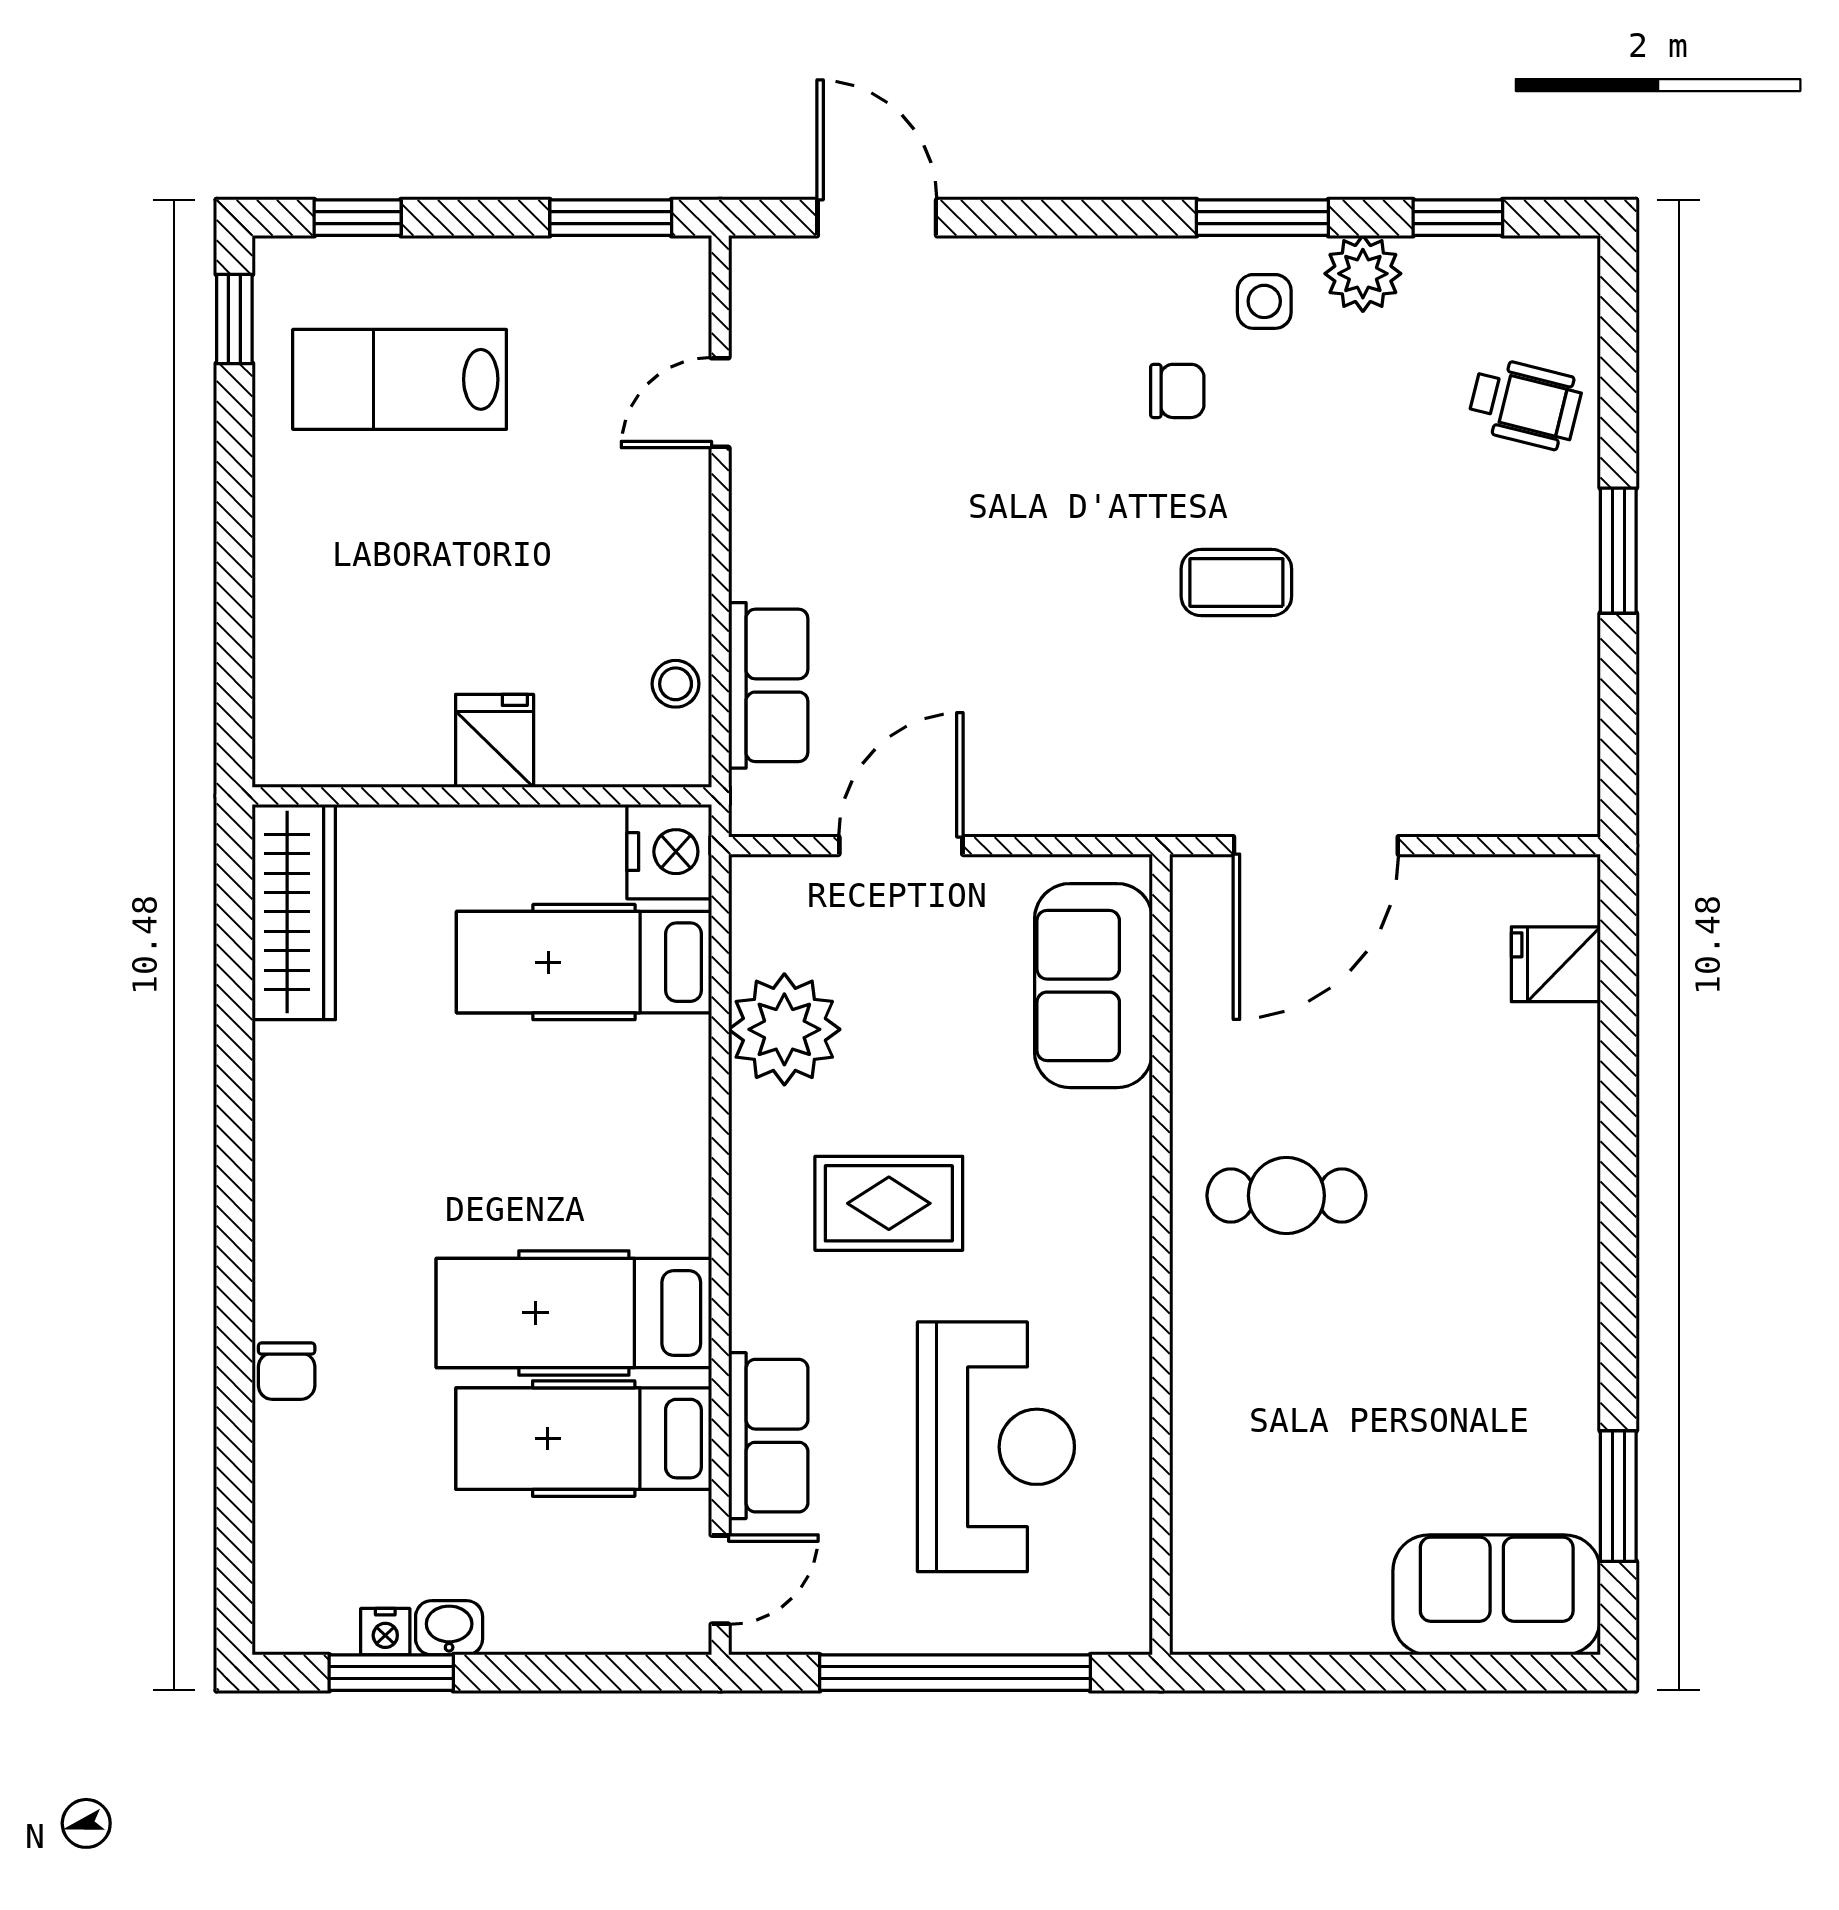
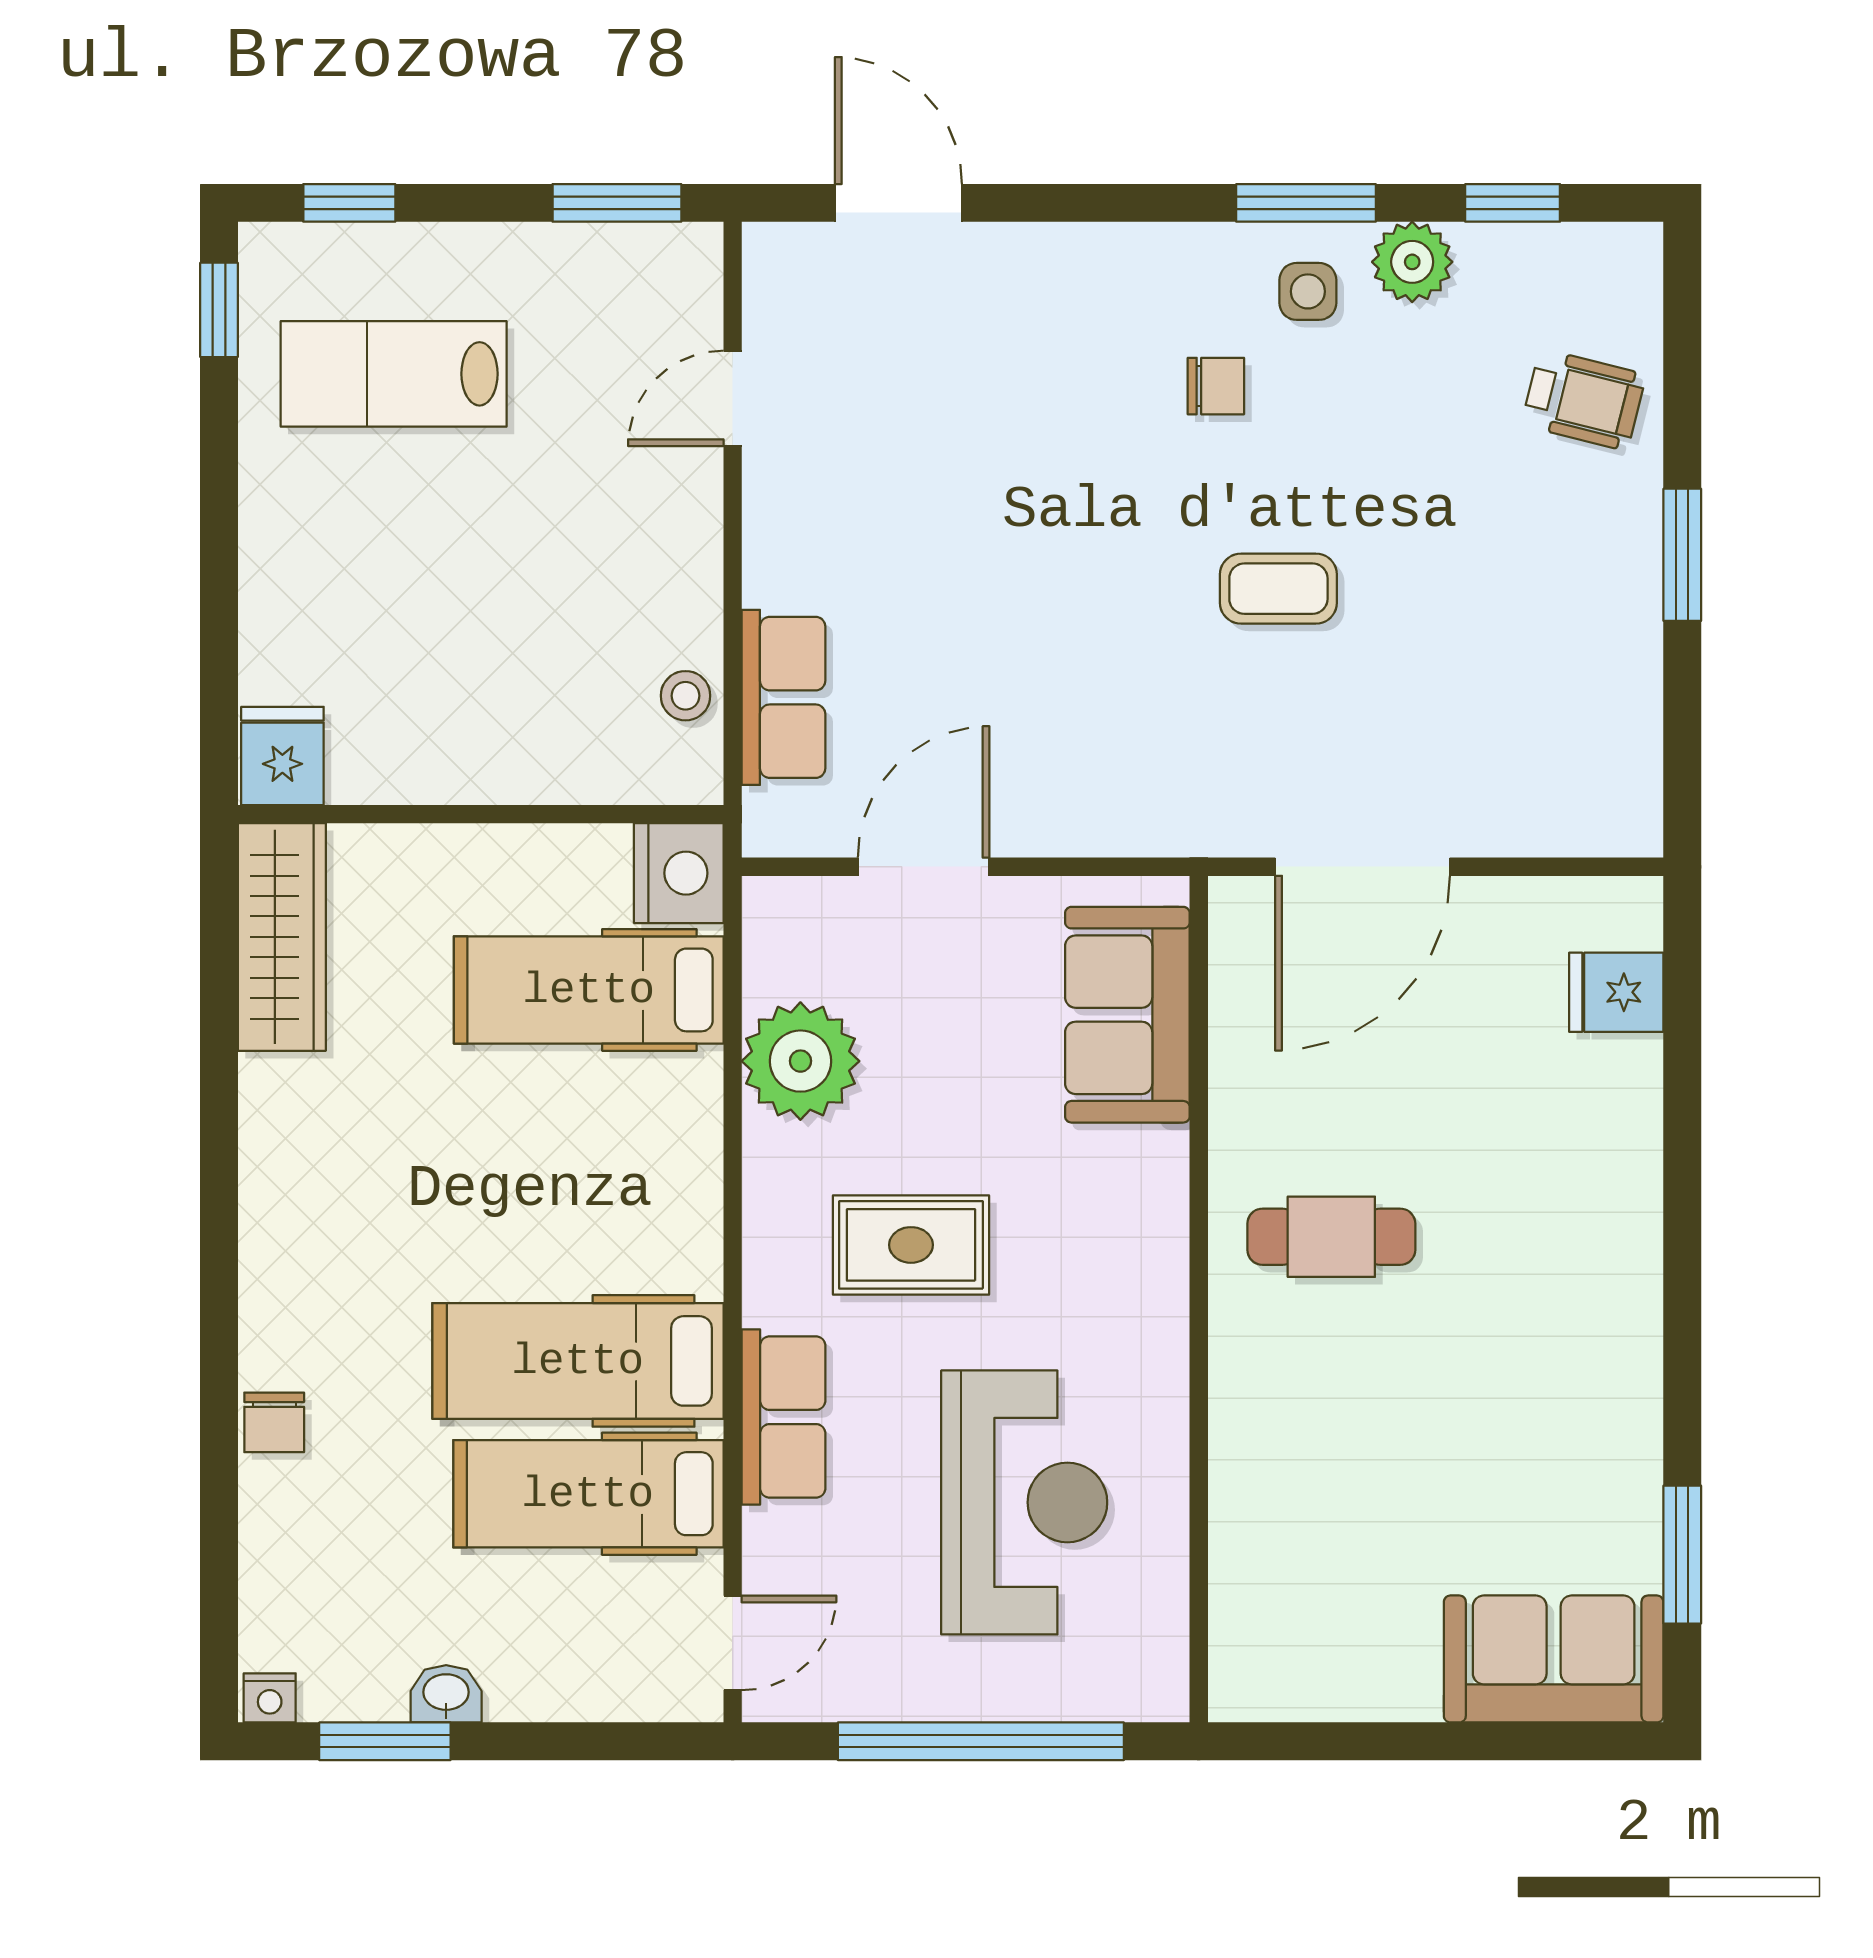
fridge: (495, 741) -> (282, 756), moved
row of seats: (768, 1436) -> (784, 1417), moved
nightstand: (385, 1632) -> (270, 1698), moved

